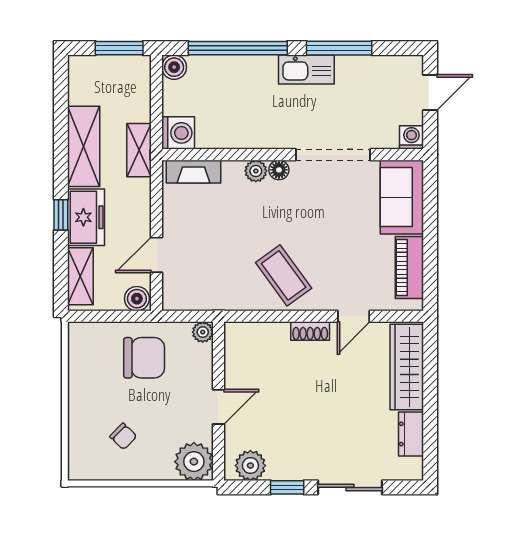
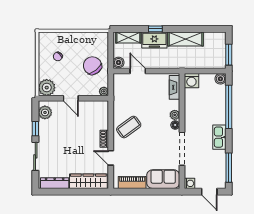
window: (339, 48) -> (229, 168), moved
shelving: (139, 150) -> (184, 63), removed
chair: (144, 358) -> (92, 66), turned 143
dresser: (411, 434) -> (55, 183), width x1.44

